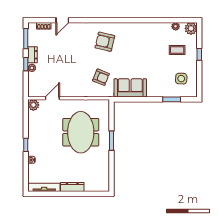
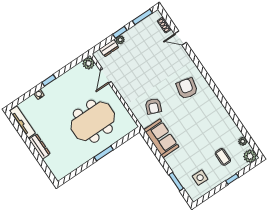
dresser: (33, 55) -> (109, 48), moved
door: (52, 98) -> (106, 76), swing flipped

